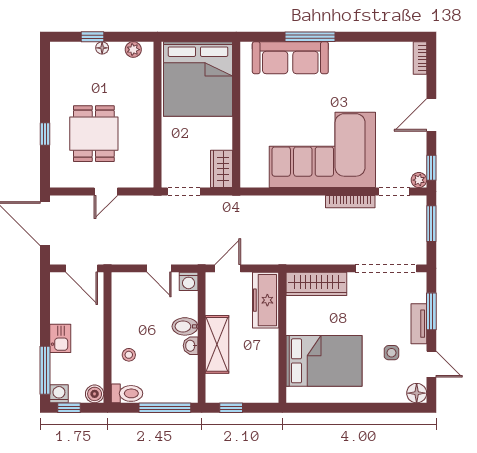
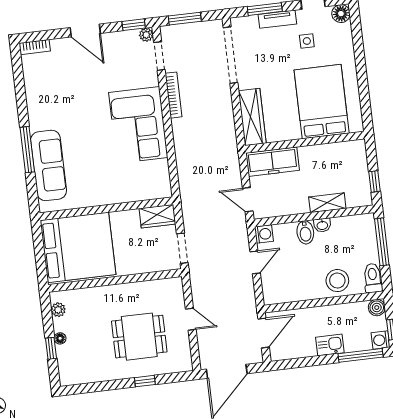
corner sofa: (322, 150) -> (138, 125), width x0.73, depth x0.74
shelving: (217, 344) -> (327, 203), width x0.67, depth x0.75
stool: (129, 355) -> (337, 281), width x1.89, depth x1.89

